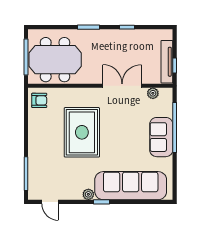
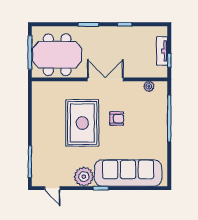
tv unit: (167, 62) -> (162, 51), width x0.71
double door: (122, 86) -> (105, 79), moved
armchair: (39, 100) -> (117, 119), moved
sofa: (161, 137) -> (157, 127), removed
plant: (88, 194) -> (84, 177), width x1.88, depth x1.88

